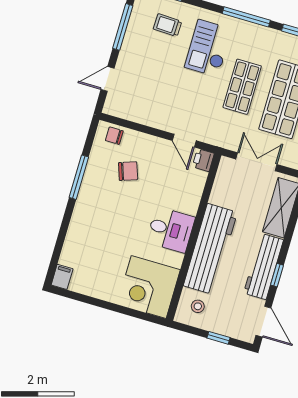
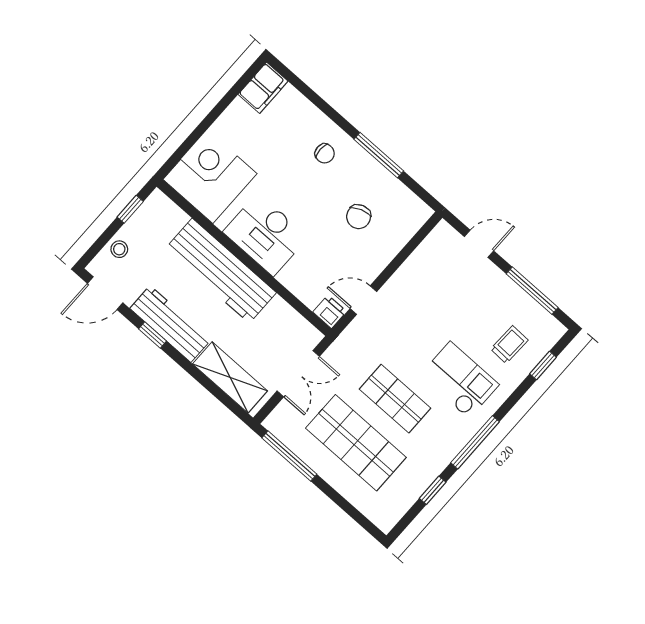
door: (108, 79) -> (479, 244), hinge flipped
chair: (114, 136) -> (325, 153), moved, turned 90
desk: (171, 230) -> (266, 234), width x1.37
filing cabinet: (62, 277) -> (263, 88), width x2.00
stool: (198, 306) -> (119, 249), moved
window: (219, 338) -> (130, 209), moved

